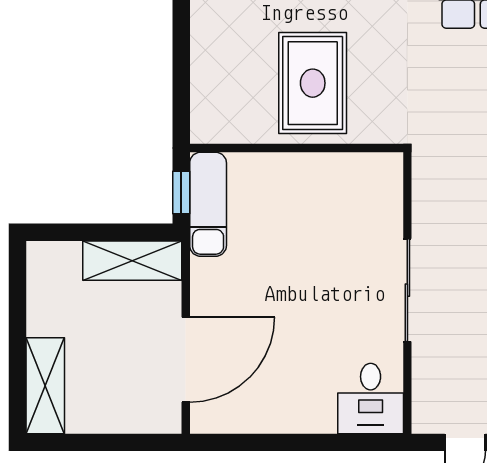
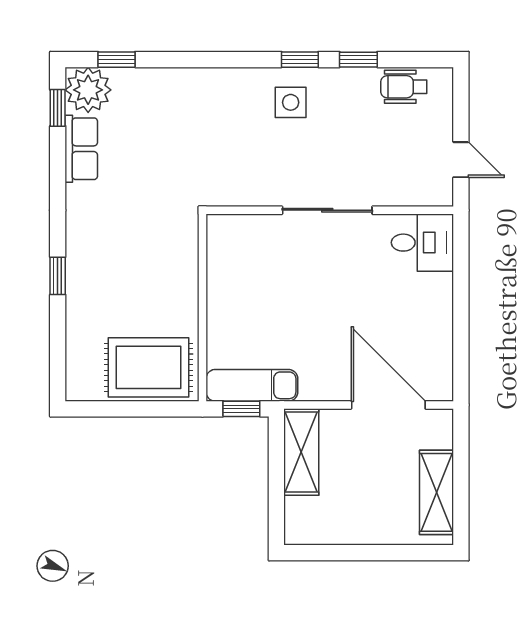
rug: (313, 83) -> (149, 367), moved
shelving: (45, 386) -> (437, 492), moved, turned 90

